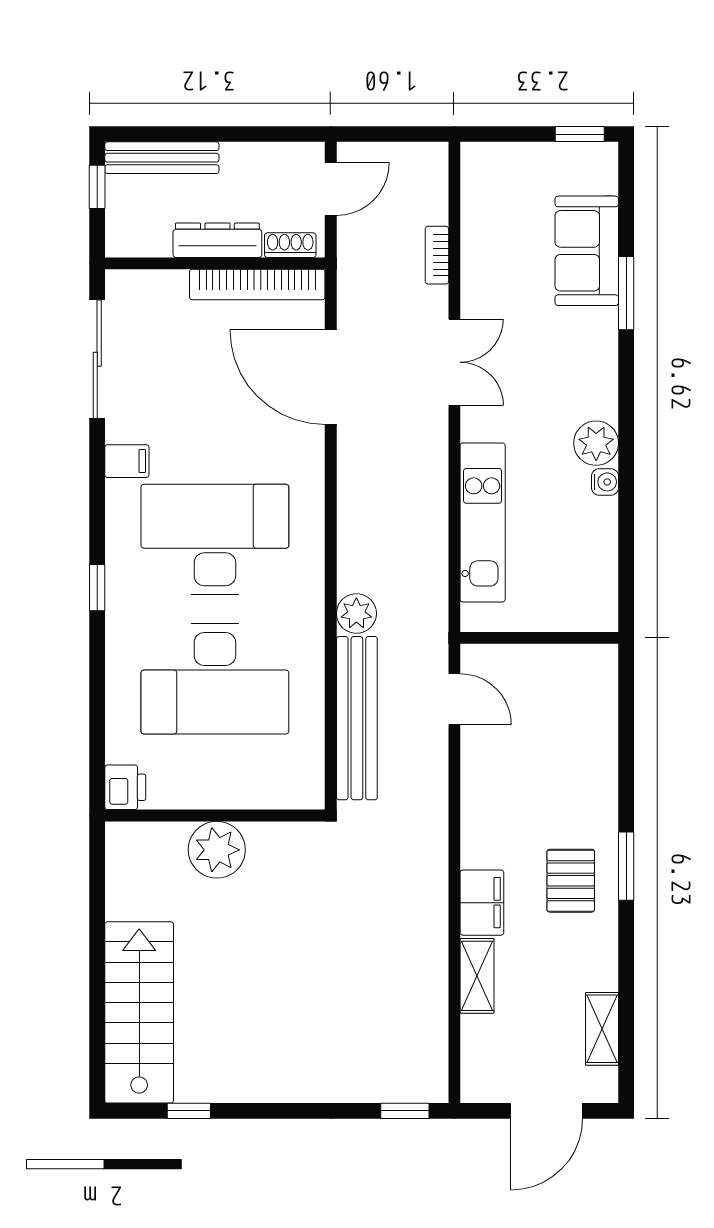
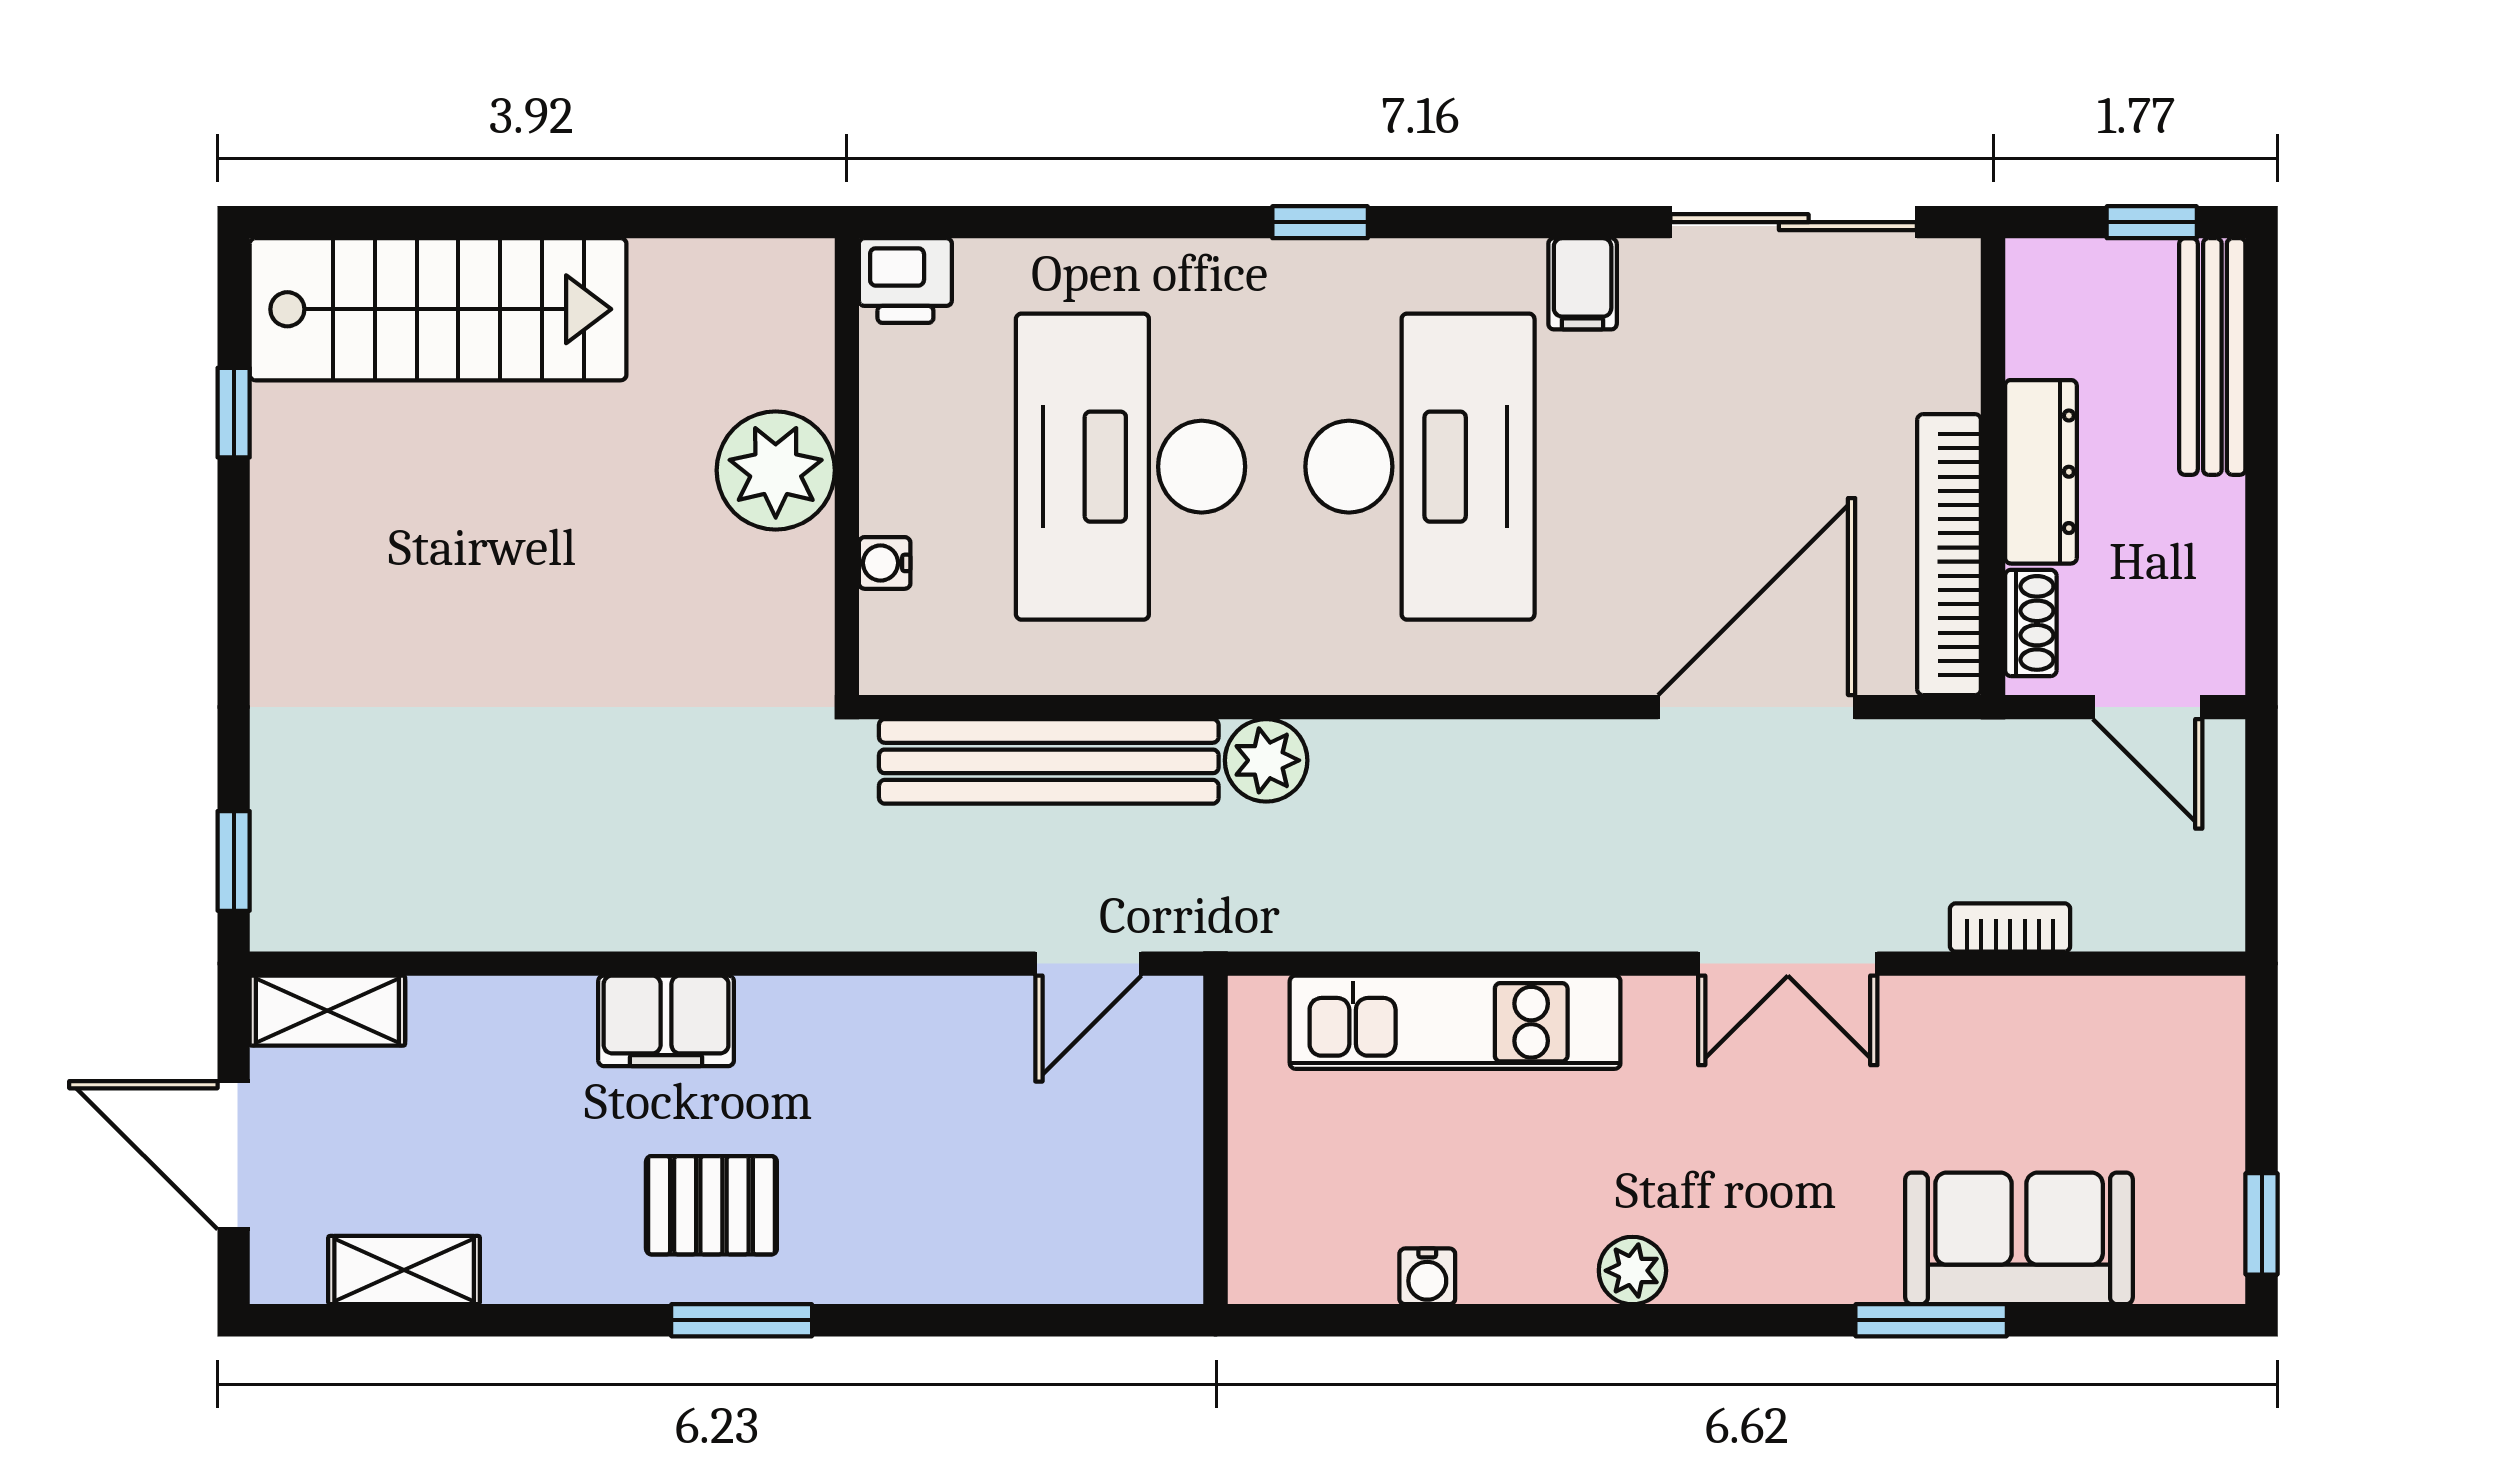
plant: (596, 443) -> (1632, 1271), width x0.73, depth x0.73
water cooler: (605, 482) -> (1427, 1276), moved
water cooler: (261, 797) -> (885, 563), added
shelving: (477, 976) -> (327, 1011), moved

